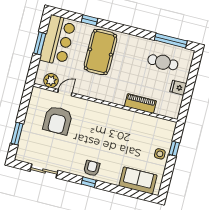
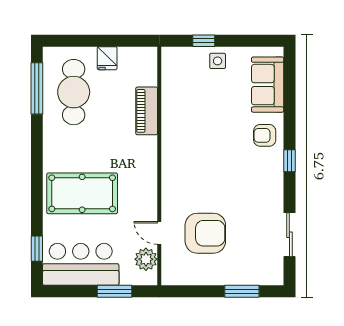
window: (90, 20) -> (37, 249), moved
window: (40, 43) -> (114, 291), moved
cafe table: (163, 62) -> (74, 92), width x1.37, depth x1.35
armchair: (92, 168) -> (265, 135), moved

